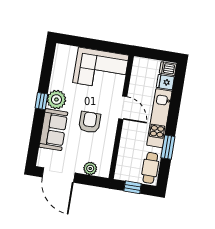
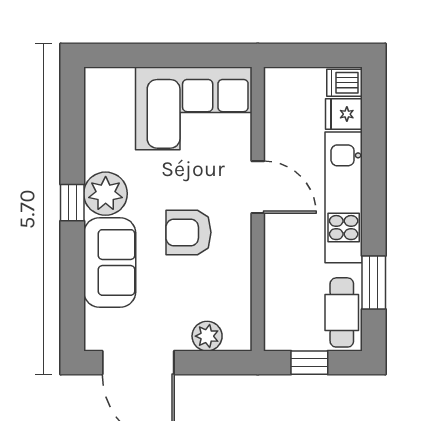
armchair: (90, 122) -> (188, 232), turned -90
window: (168, 147) -> (374, 282), moved

